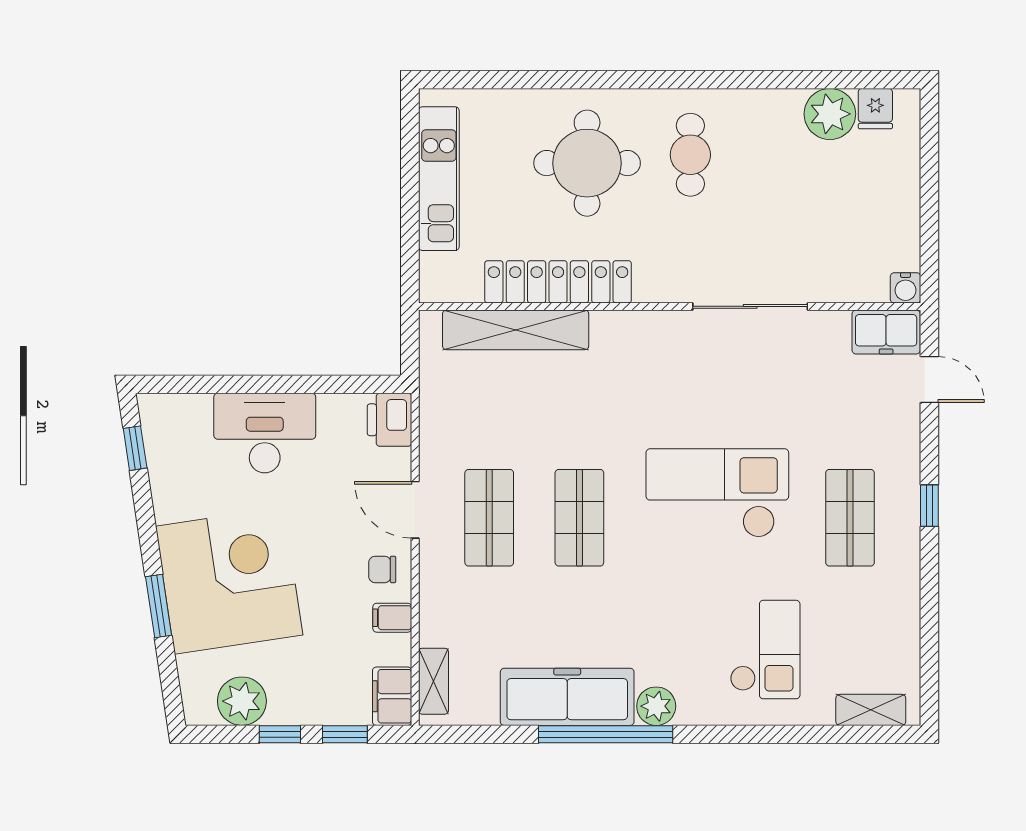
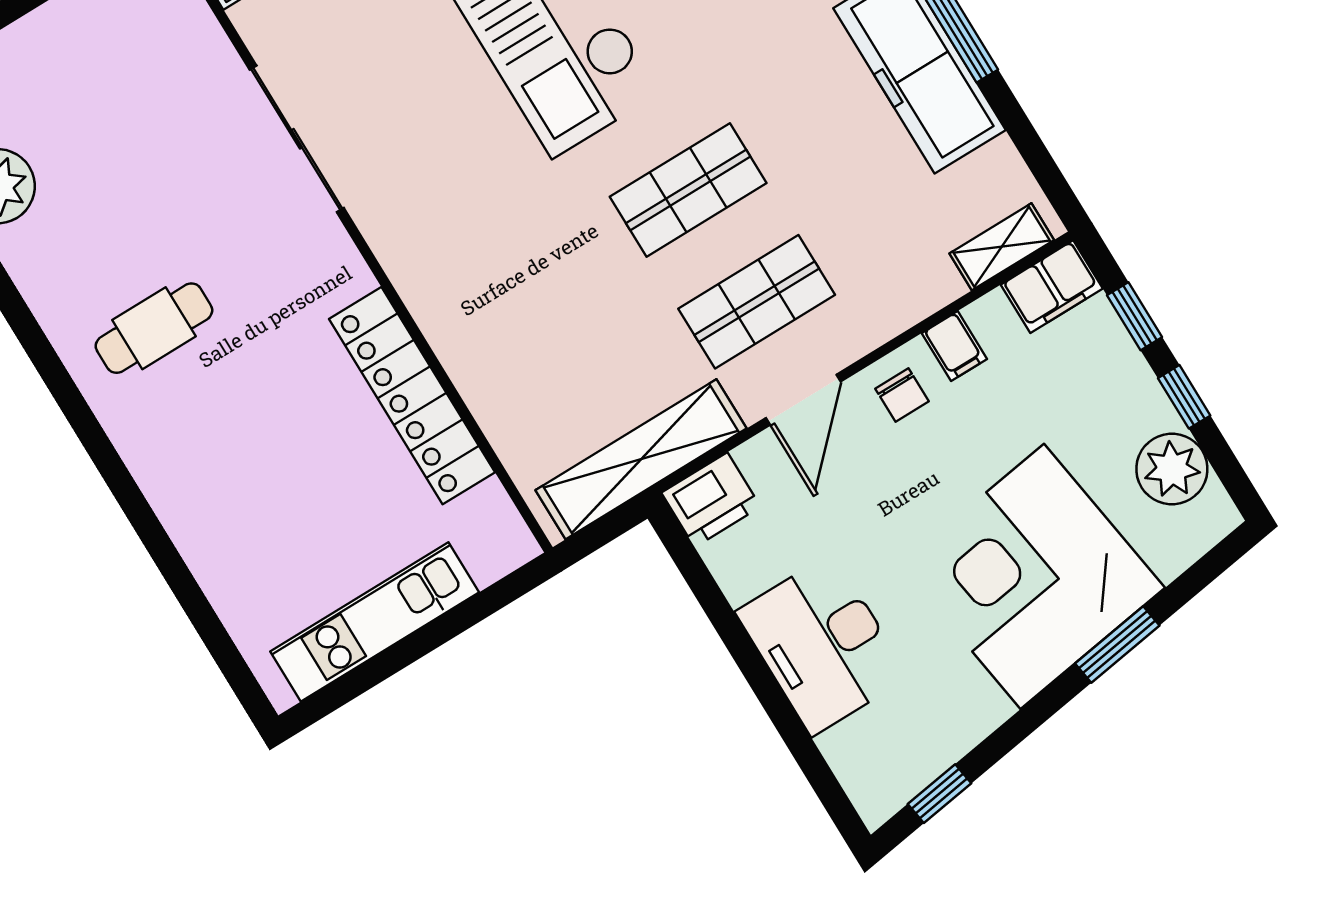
round table: (587, 163) -> (243, 450), removed
shelving: (516, 330) -> (641, 459), moved, turned 90

